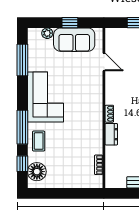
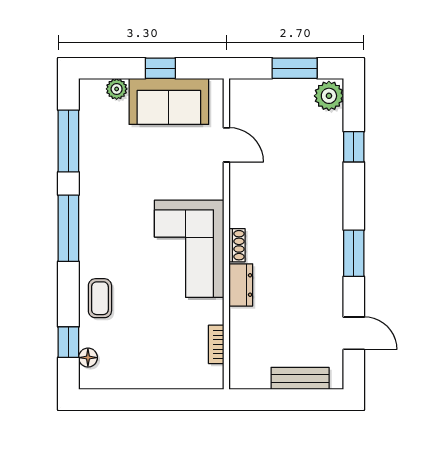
corner sofa: (46, 97) -> (189, 249), moved, turned 180
window: (22, 127) -> (68, 228), moved
floor lamp: (37, 172) -> (88, 358), width x0.53, depth x0.53

